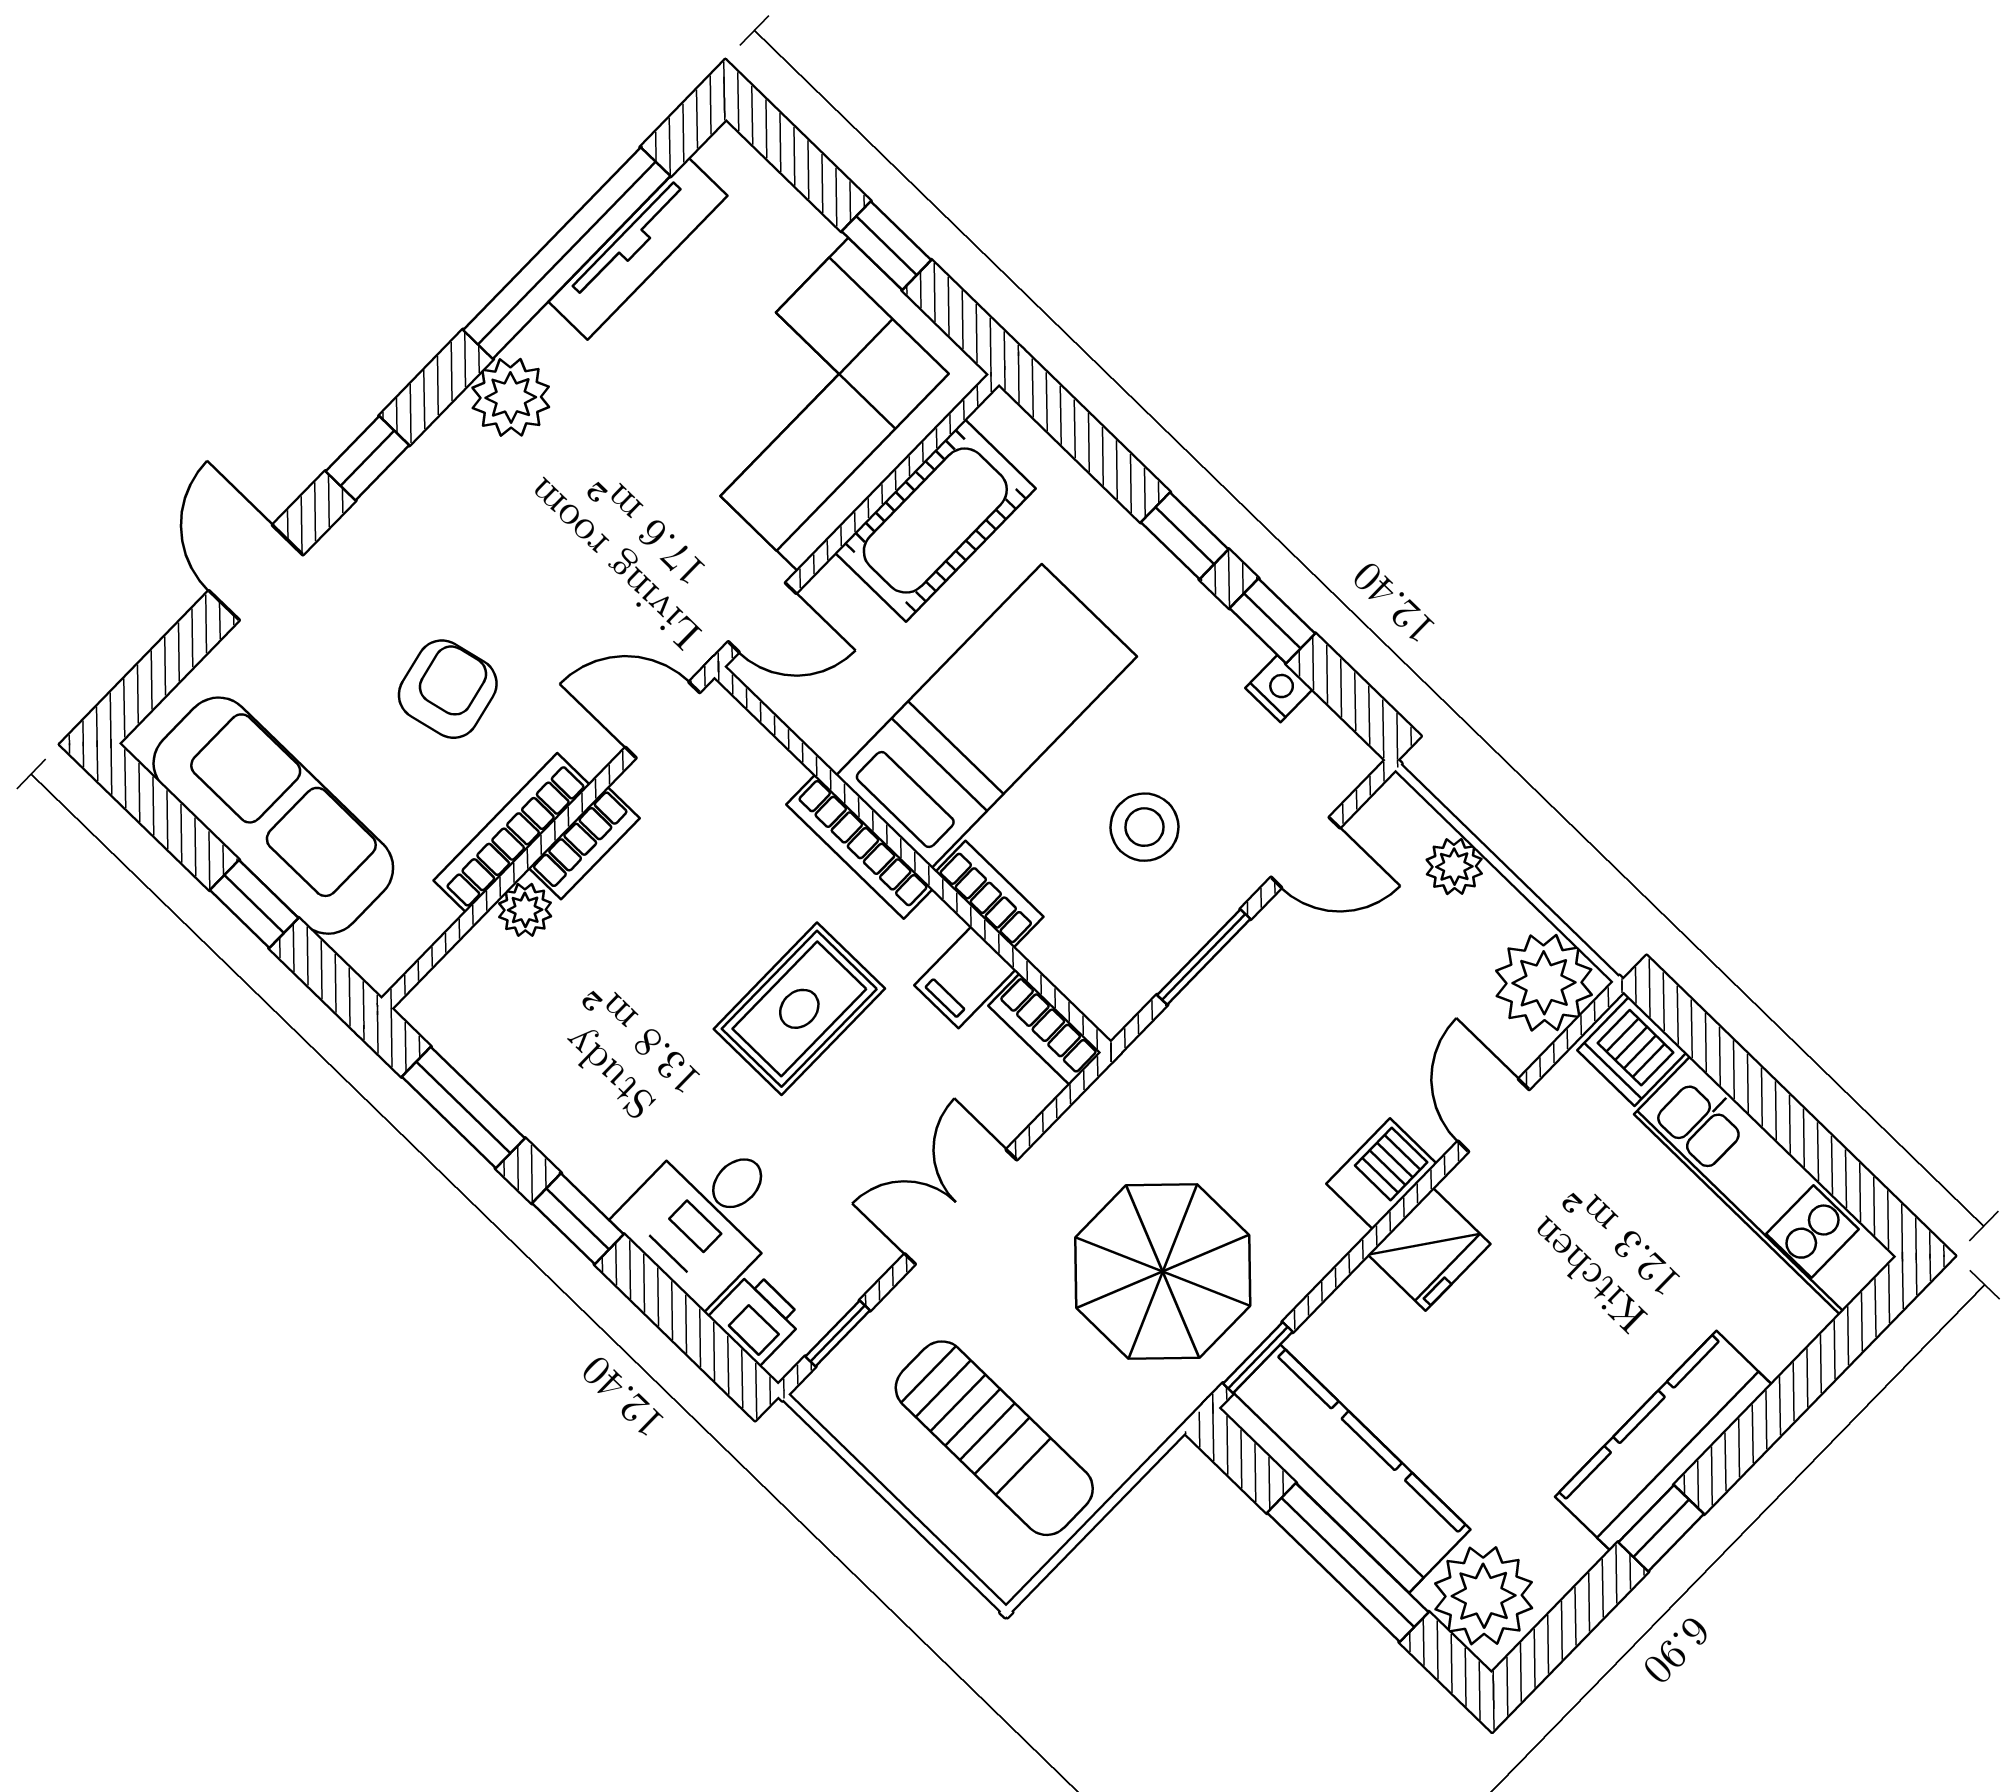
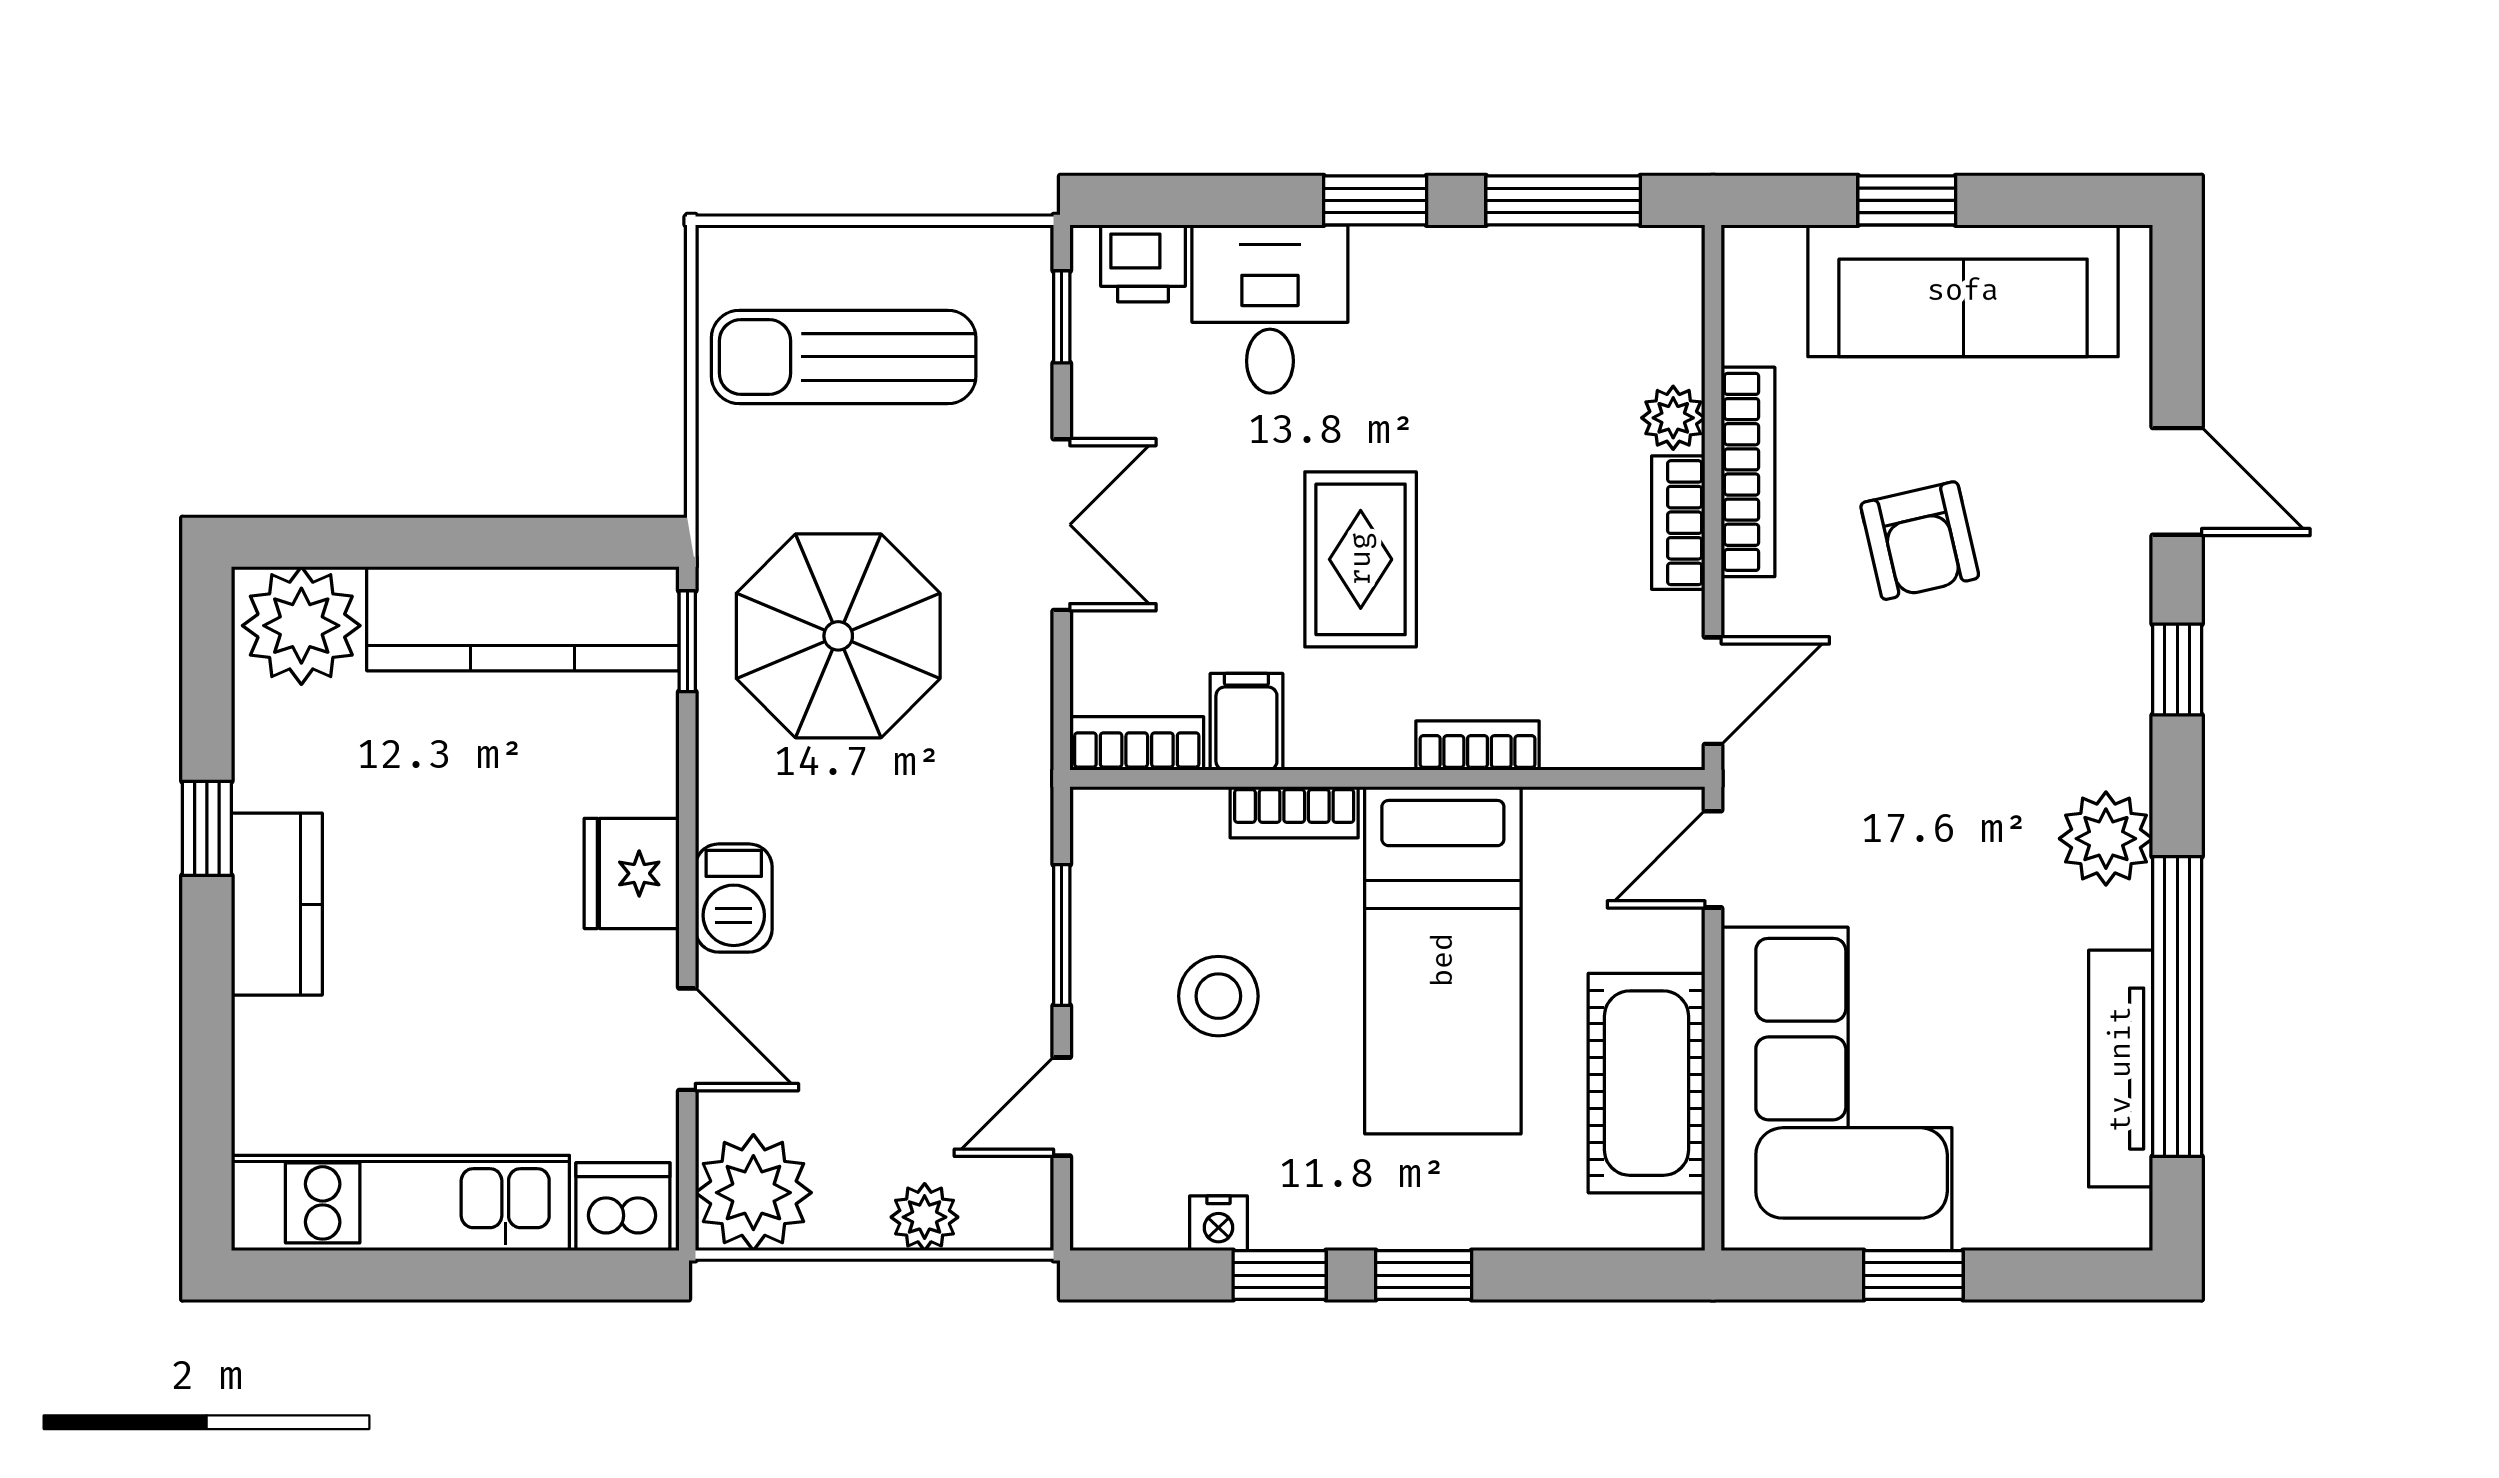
bookcase: (859, 847) -> (1478, 746), width x0.64
kitchen counter: (1663, 1441) -> (277, 904), width x0.67
window: (1348, 1562) -> (443, 542), removed

